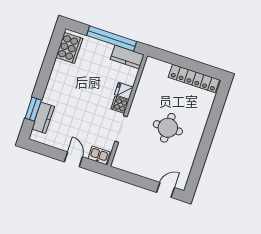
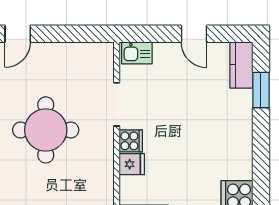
kitchen counter: (43, 118) -> (241, 65), moved
round table: (168, 128) -> (46, 130), width x1.36, depth x1.36
door: (73, 159) -> (194, 34), moved

